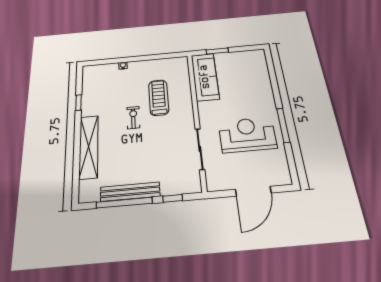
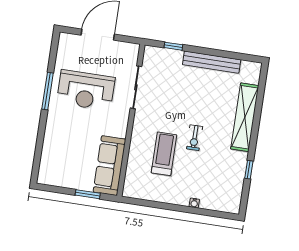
treadmill: (159, 98) -> (164, 154), turned 180
window: (124, 203) -> (219, 53), removed

